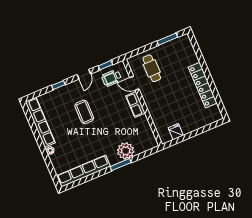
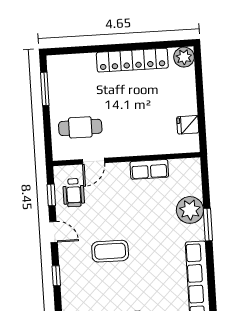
row of seats: (135, 104) -> (149, 169), moved
plant: (215, 115) -> (184, 57), added

